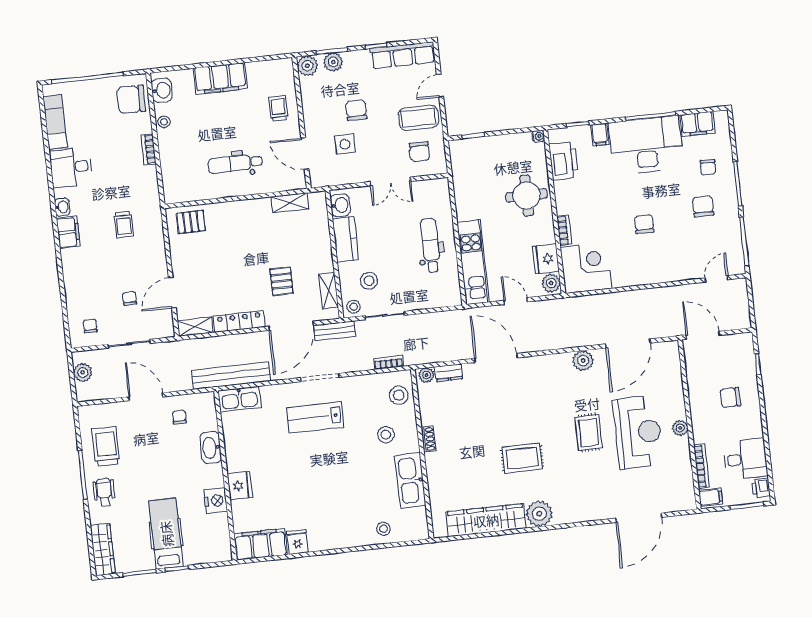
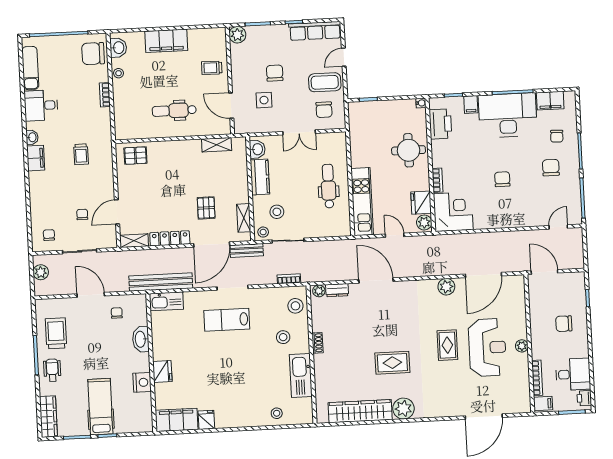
plant: (333, 62) -> (258, 33), removed
trolley: (278, 108) -> (212, 68), turned -89

